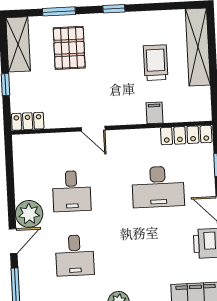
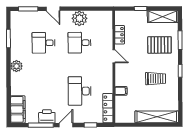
trolley: (156, 63) -> (156, 79), moved
locker: (28, 121) -> (120, 35), moved
door: (93, 129) -> (114, 56), swing flipped
plant: (29, 214) -> (79, 18), moved

